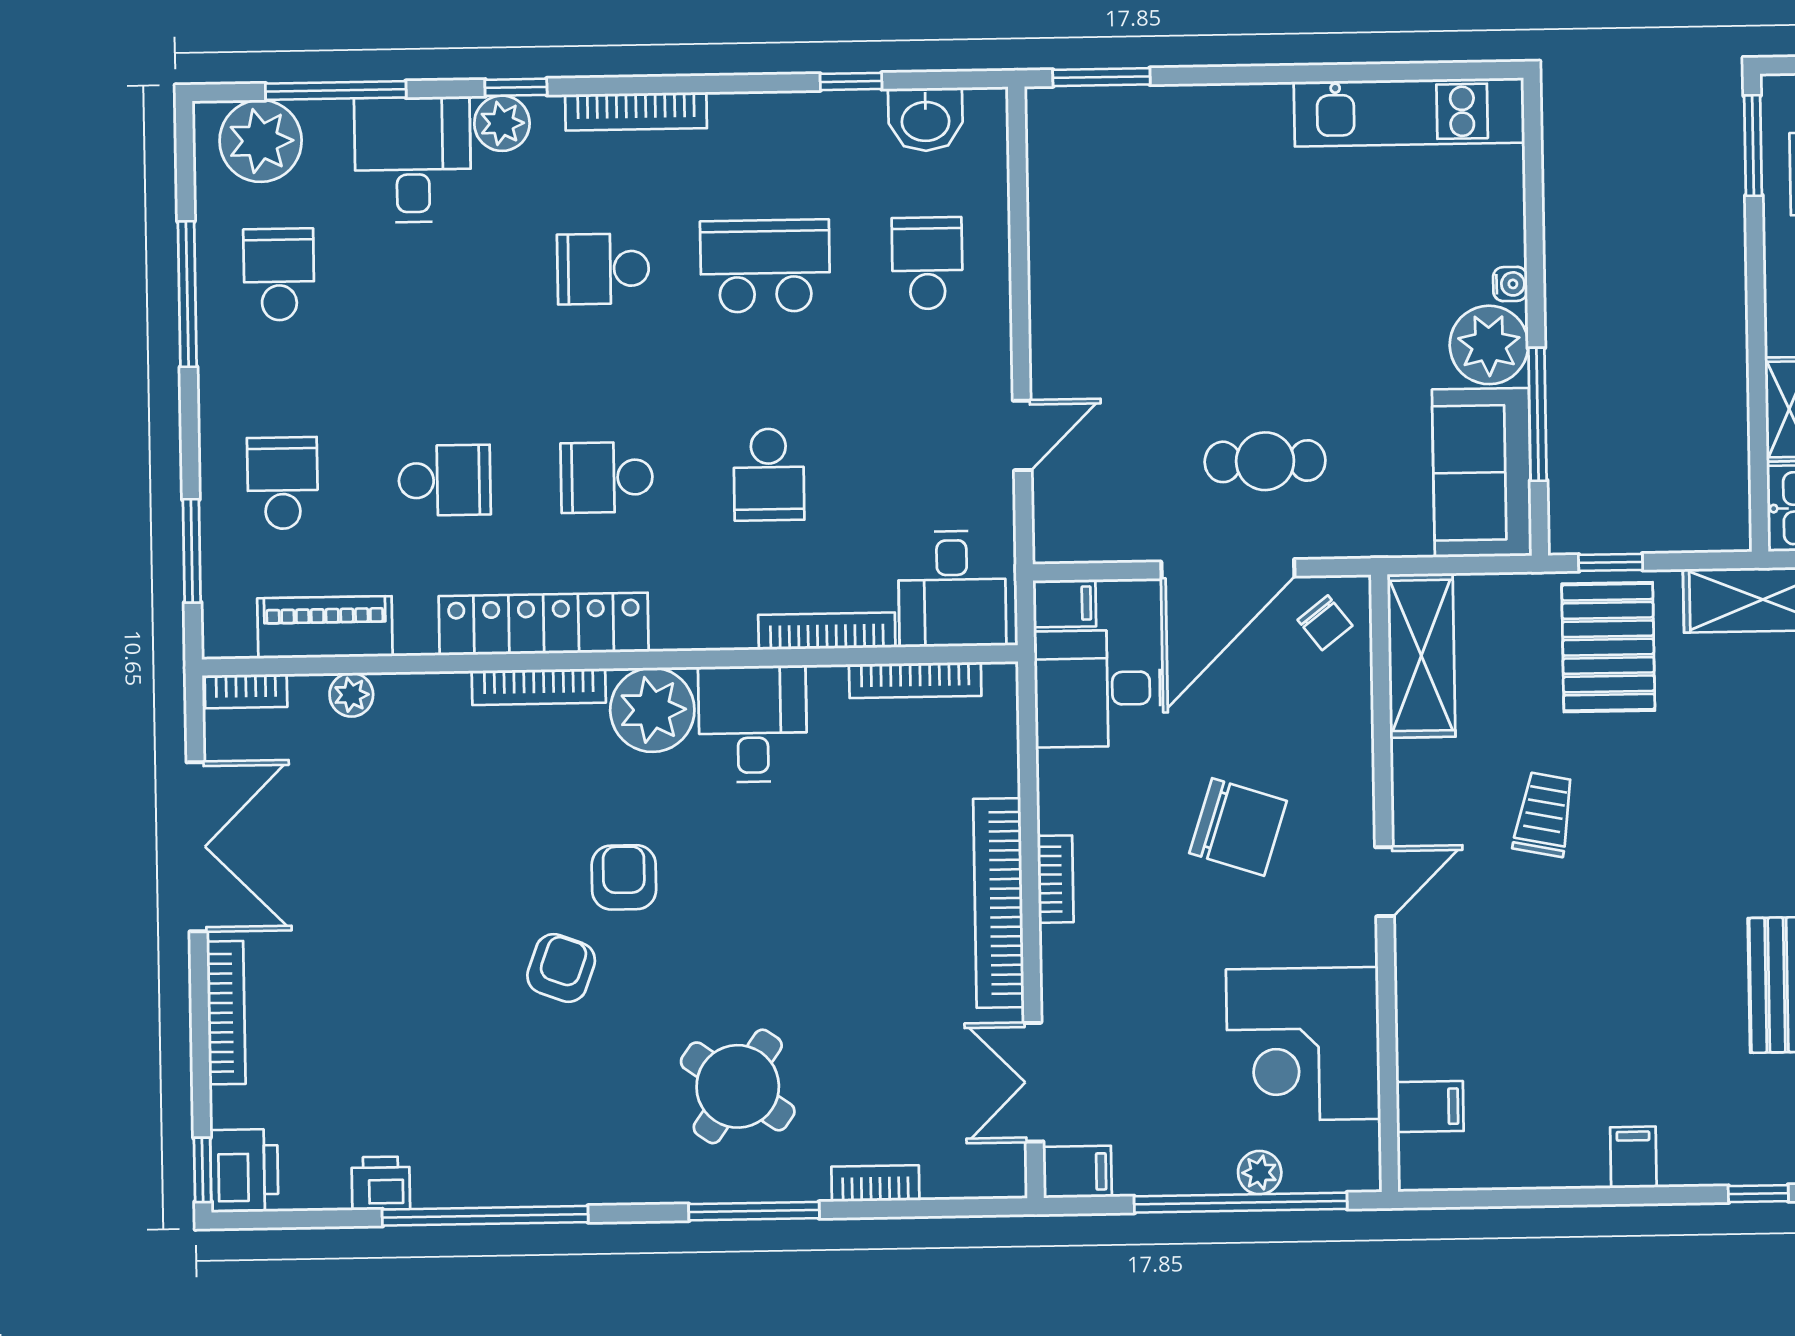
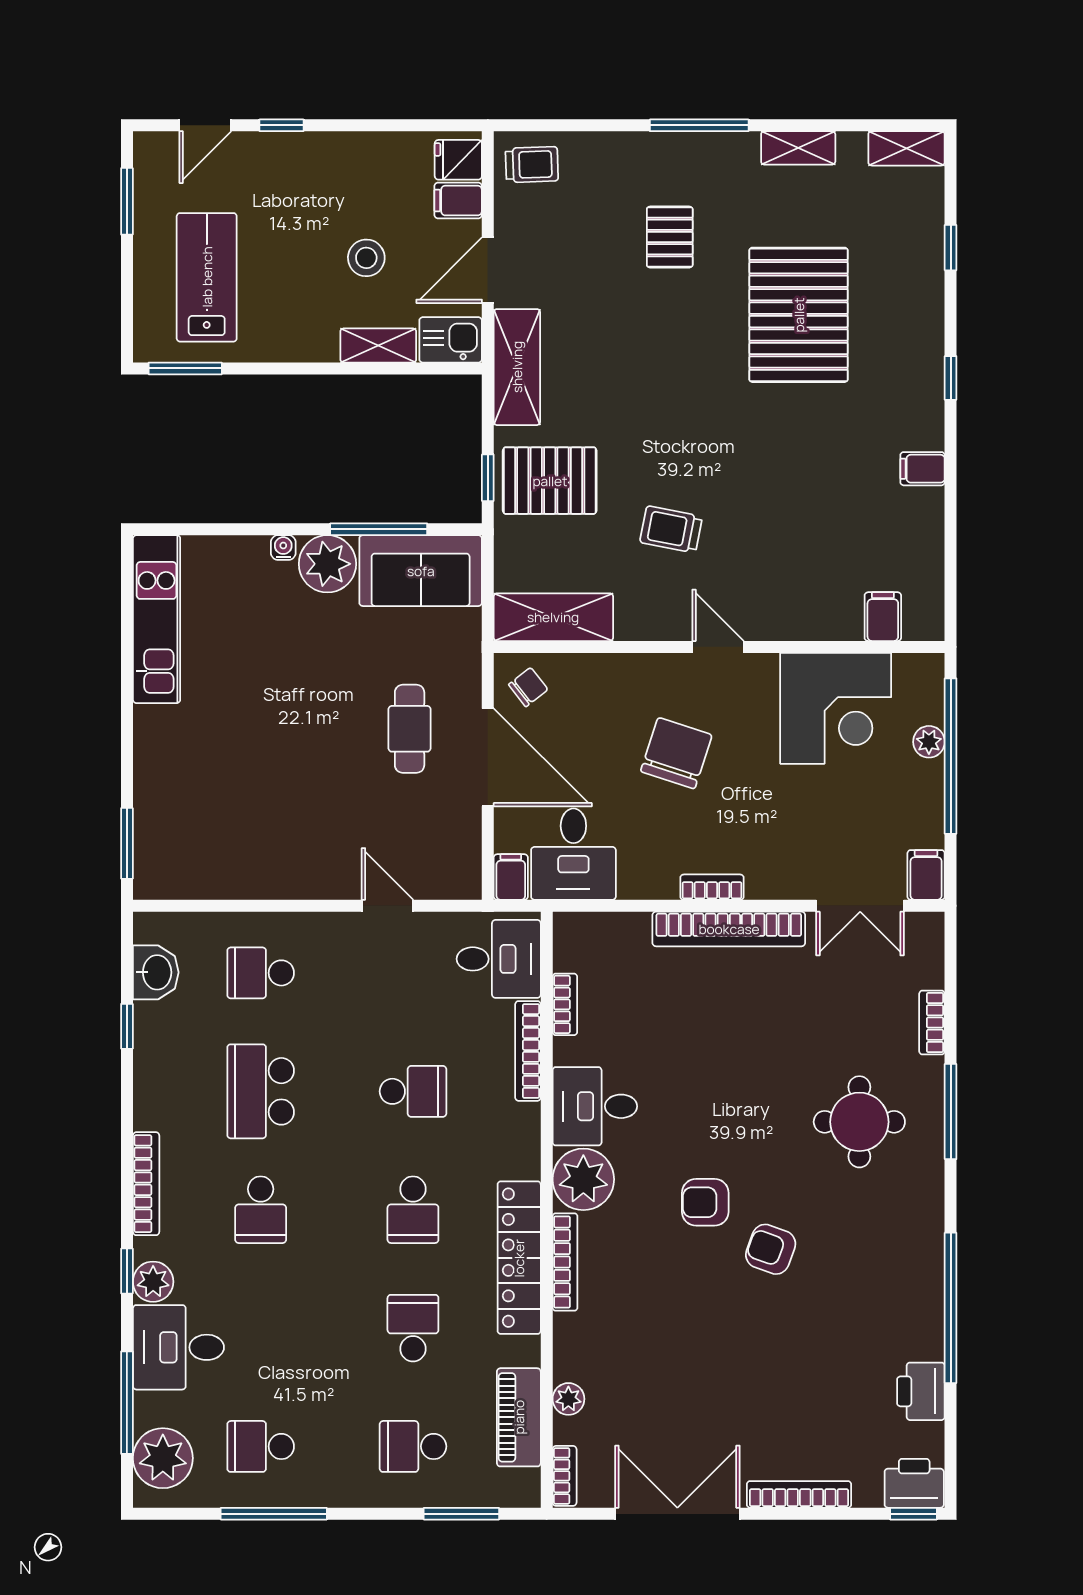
bookcase: (915, 680) -> (565, 1004), width x0.64
round table: (738, 1086) -> (859, 1122), turned -35
printer: (381, 1183) -> (921, 1391), width x1.36, depth x1.24

